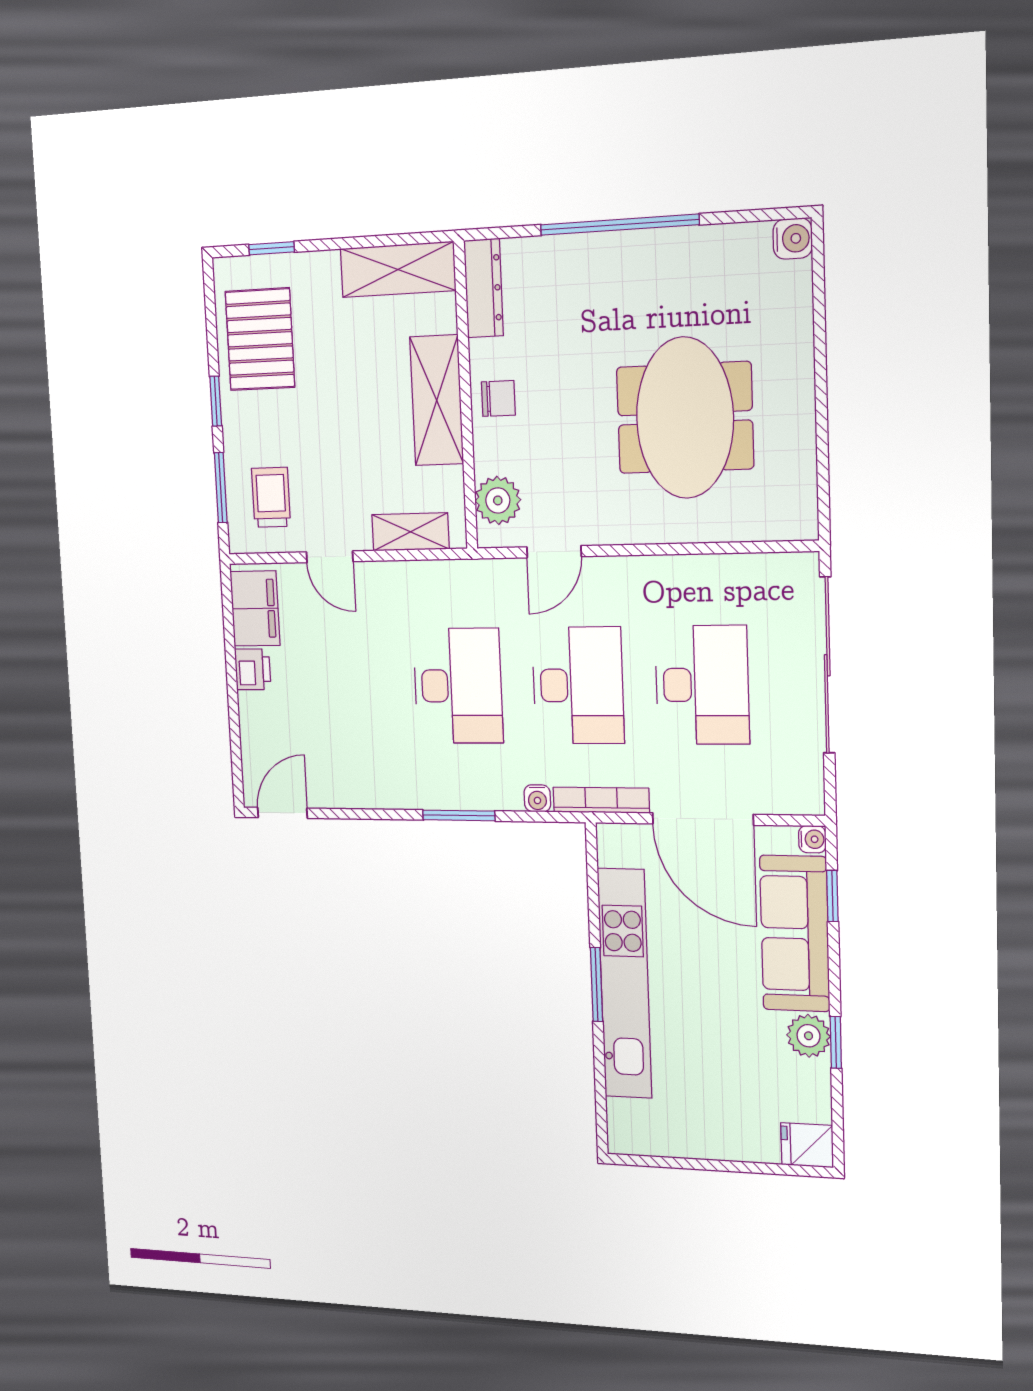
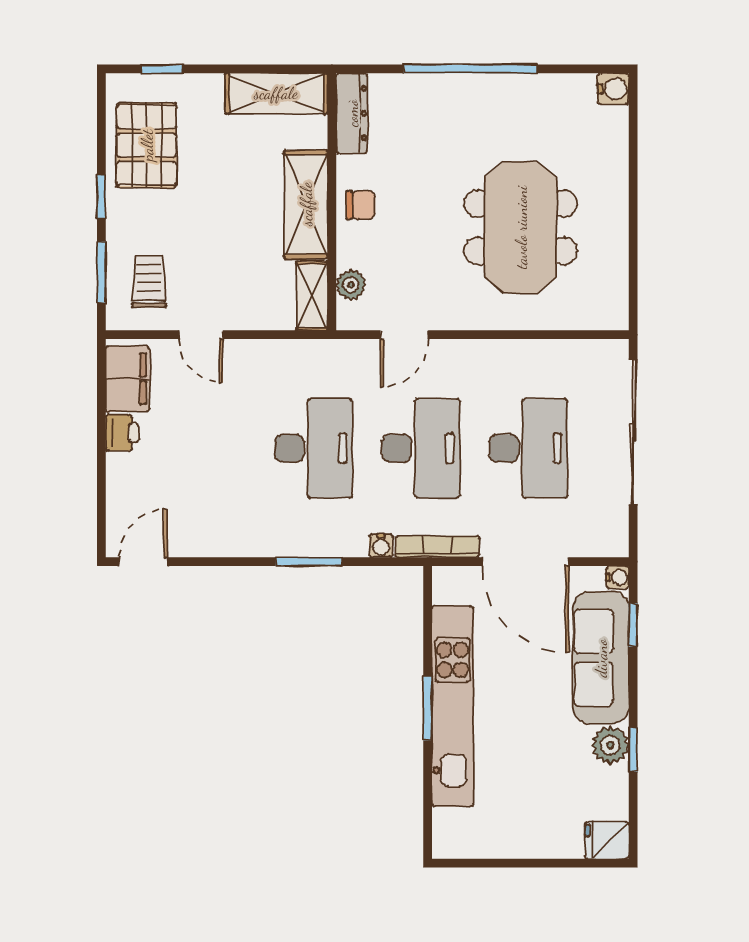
plant: (498, 500) -> (351, 285), width x0.73, depth x0.73
shelving: (410, 532) -> (312, 296), moved, turned 90

